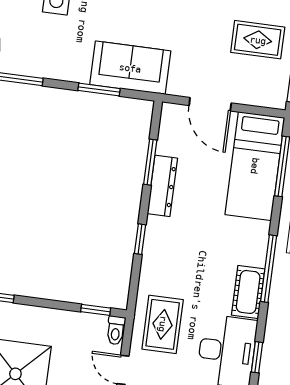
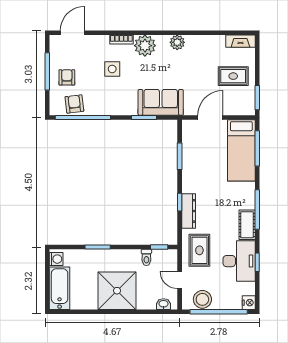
door: (210, 104) -> (210, 118), swing flipped
dresser: (162, 186) -> (189, 211), moved
toilet: (116, 330) -> (146, 257), moved

